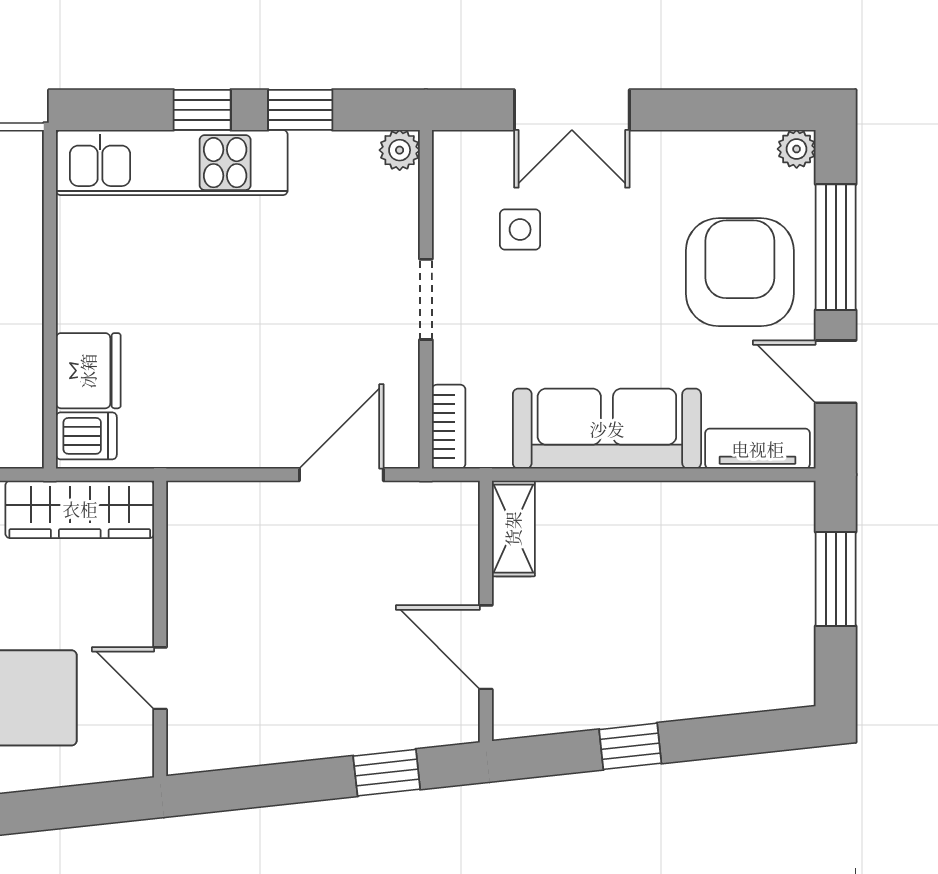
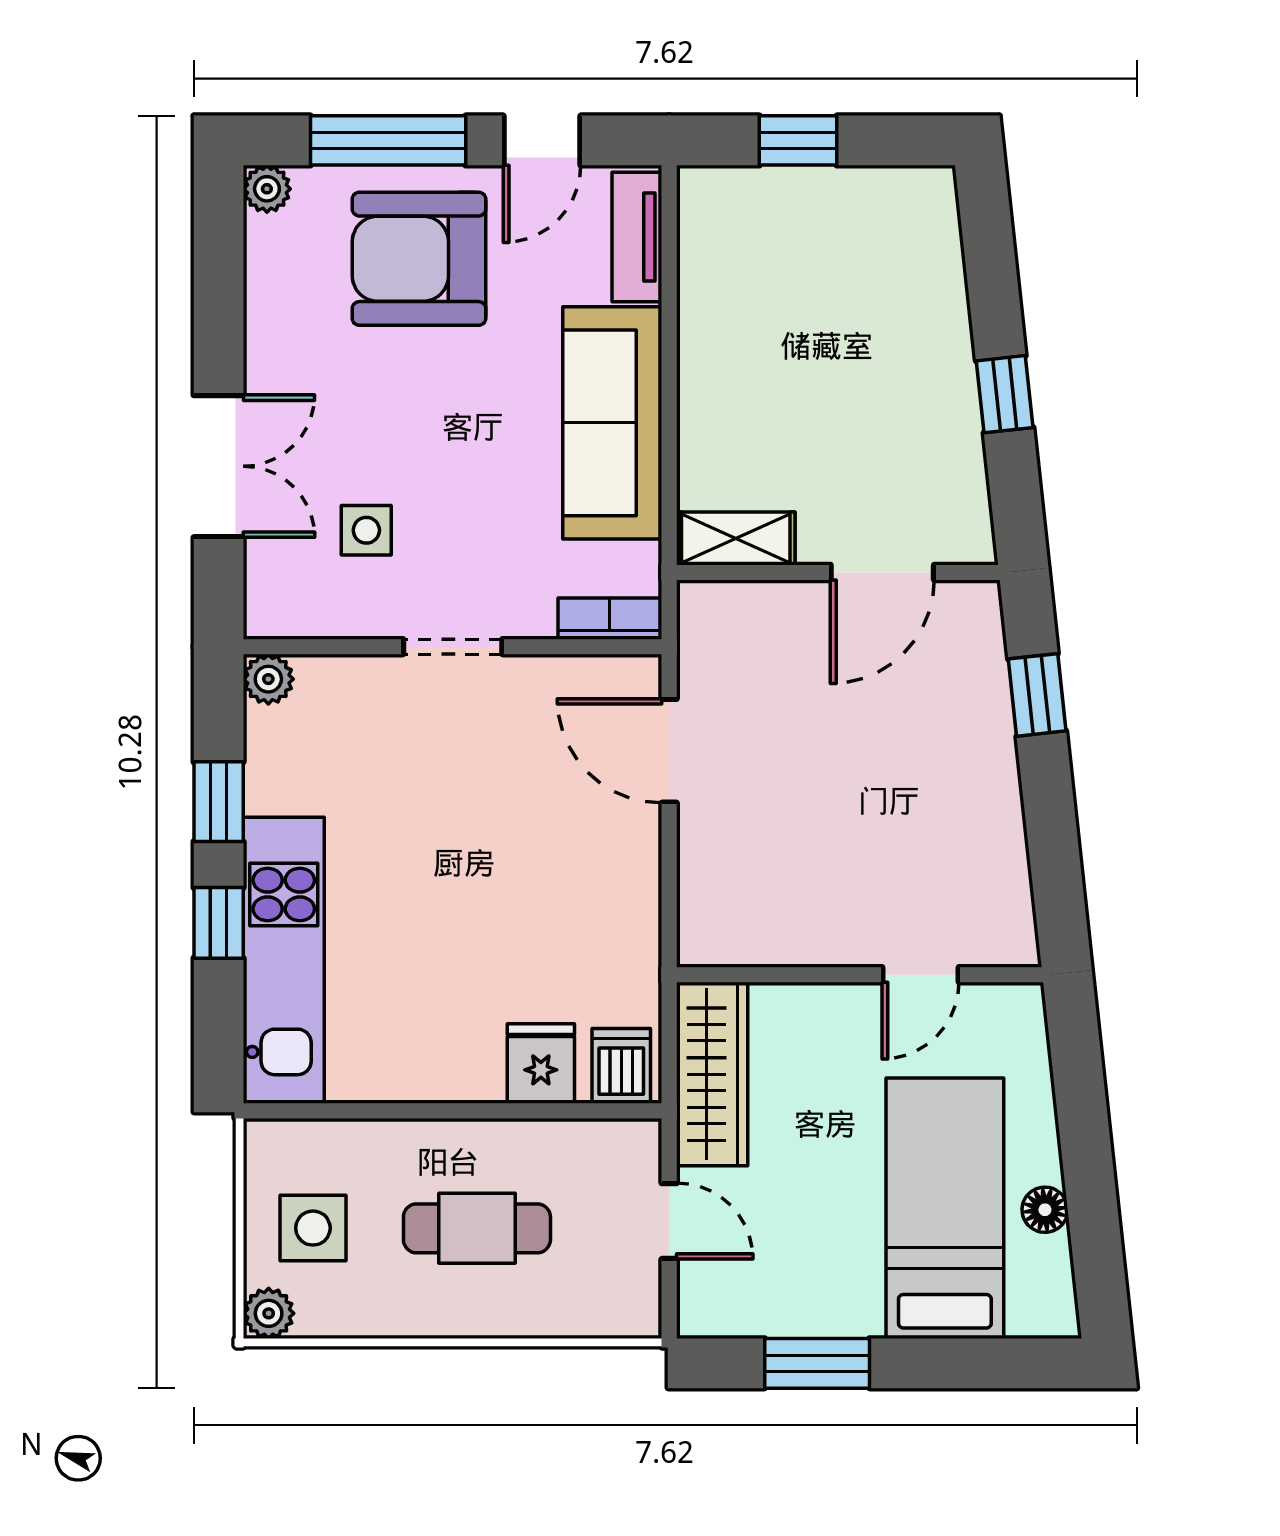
fridge: (88, 371) -> (541, 1063), width x0.72
window: (836, 579) -> (798, 140), width x0.67

